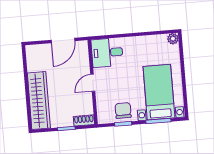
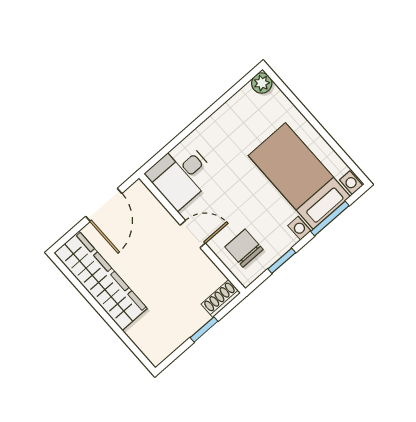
door: (93, 83) -> (193, 234), swing flipped
wardrobe: (39, 100) -> (101, 281), moved
chair: (123, 110) -> (244, 248), moved

